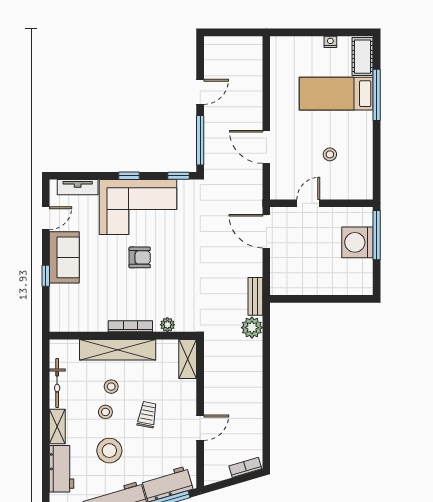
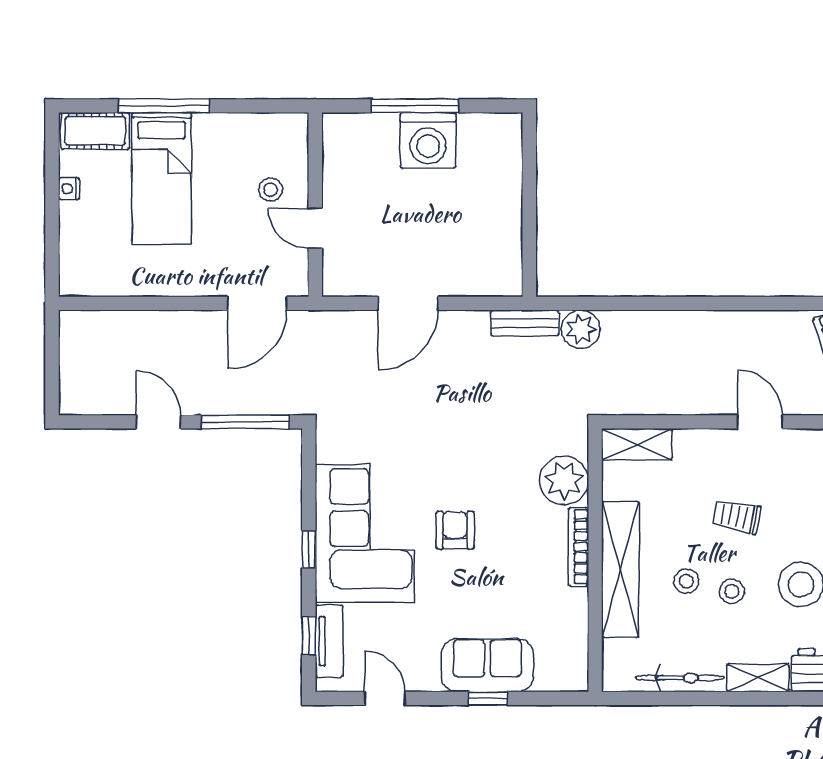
window: (179, 176) -> (309, 636), moved
door: (308, 203) -> (315, 228), moved
wall: (321, 203) -> (315, 205), moved
sofa: (64, 257) -> (487, 665), moved
plant: (167, 325) -> (564, 480), width x1.87, depth x1.87

